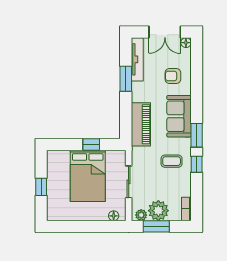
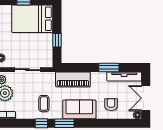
bed: (88, 176) -> (32, 19), moved

